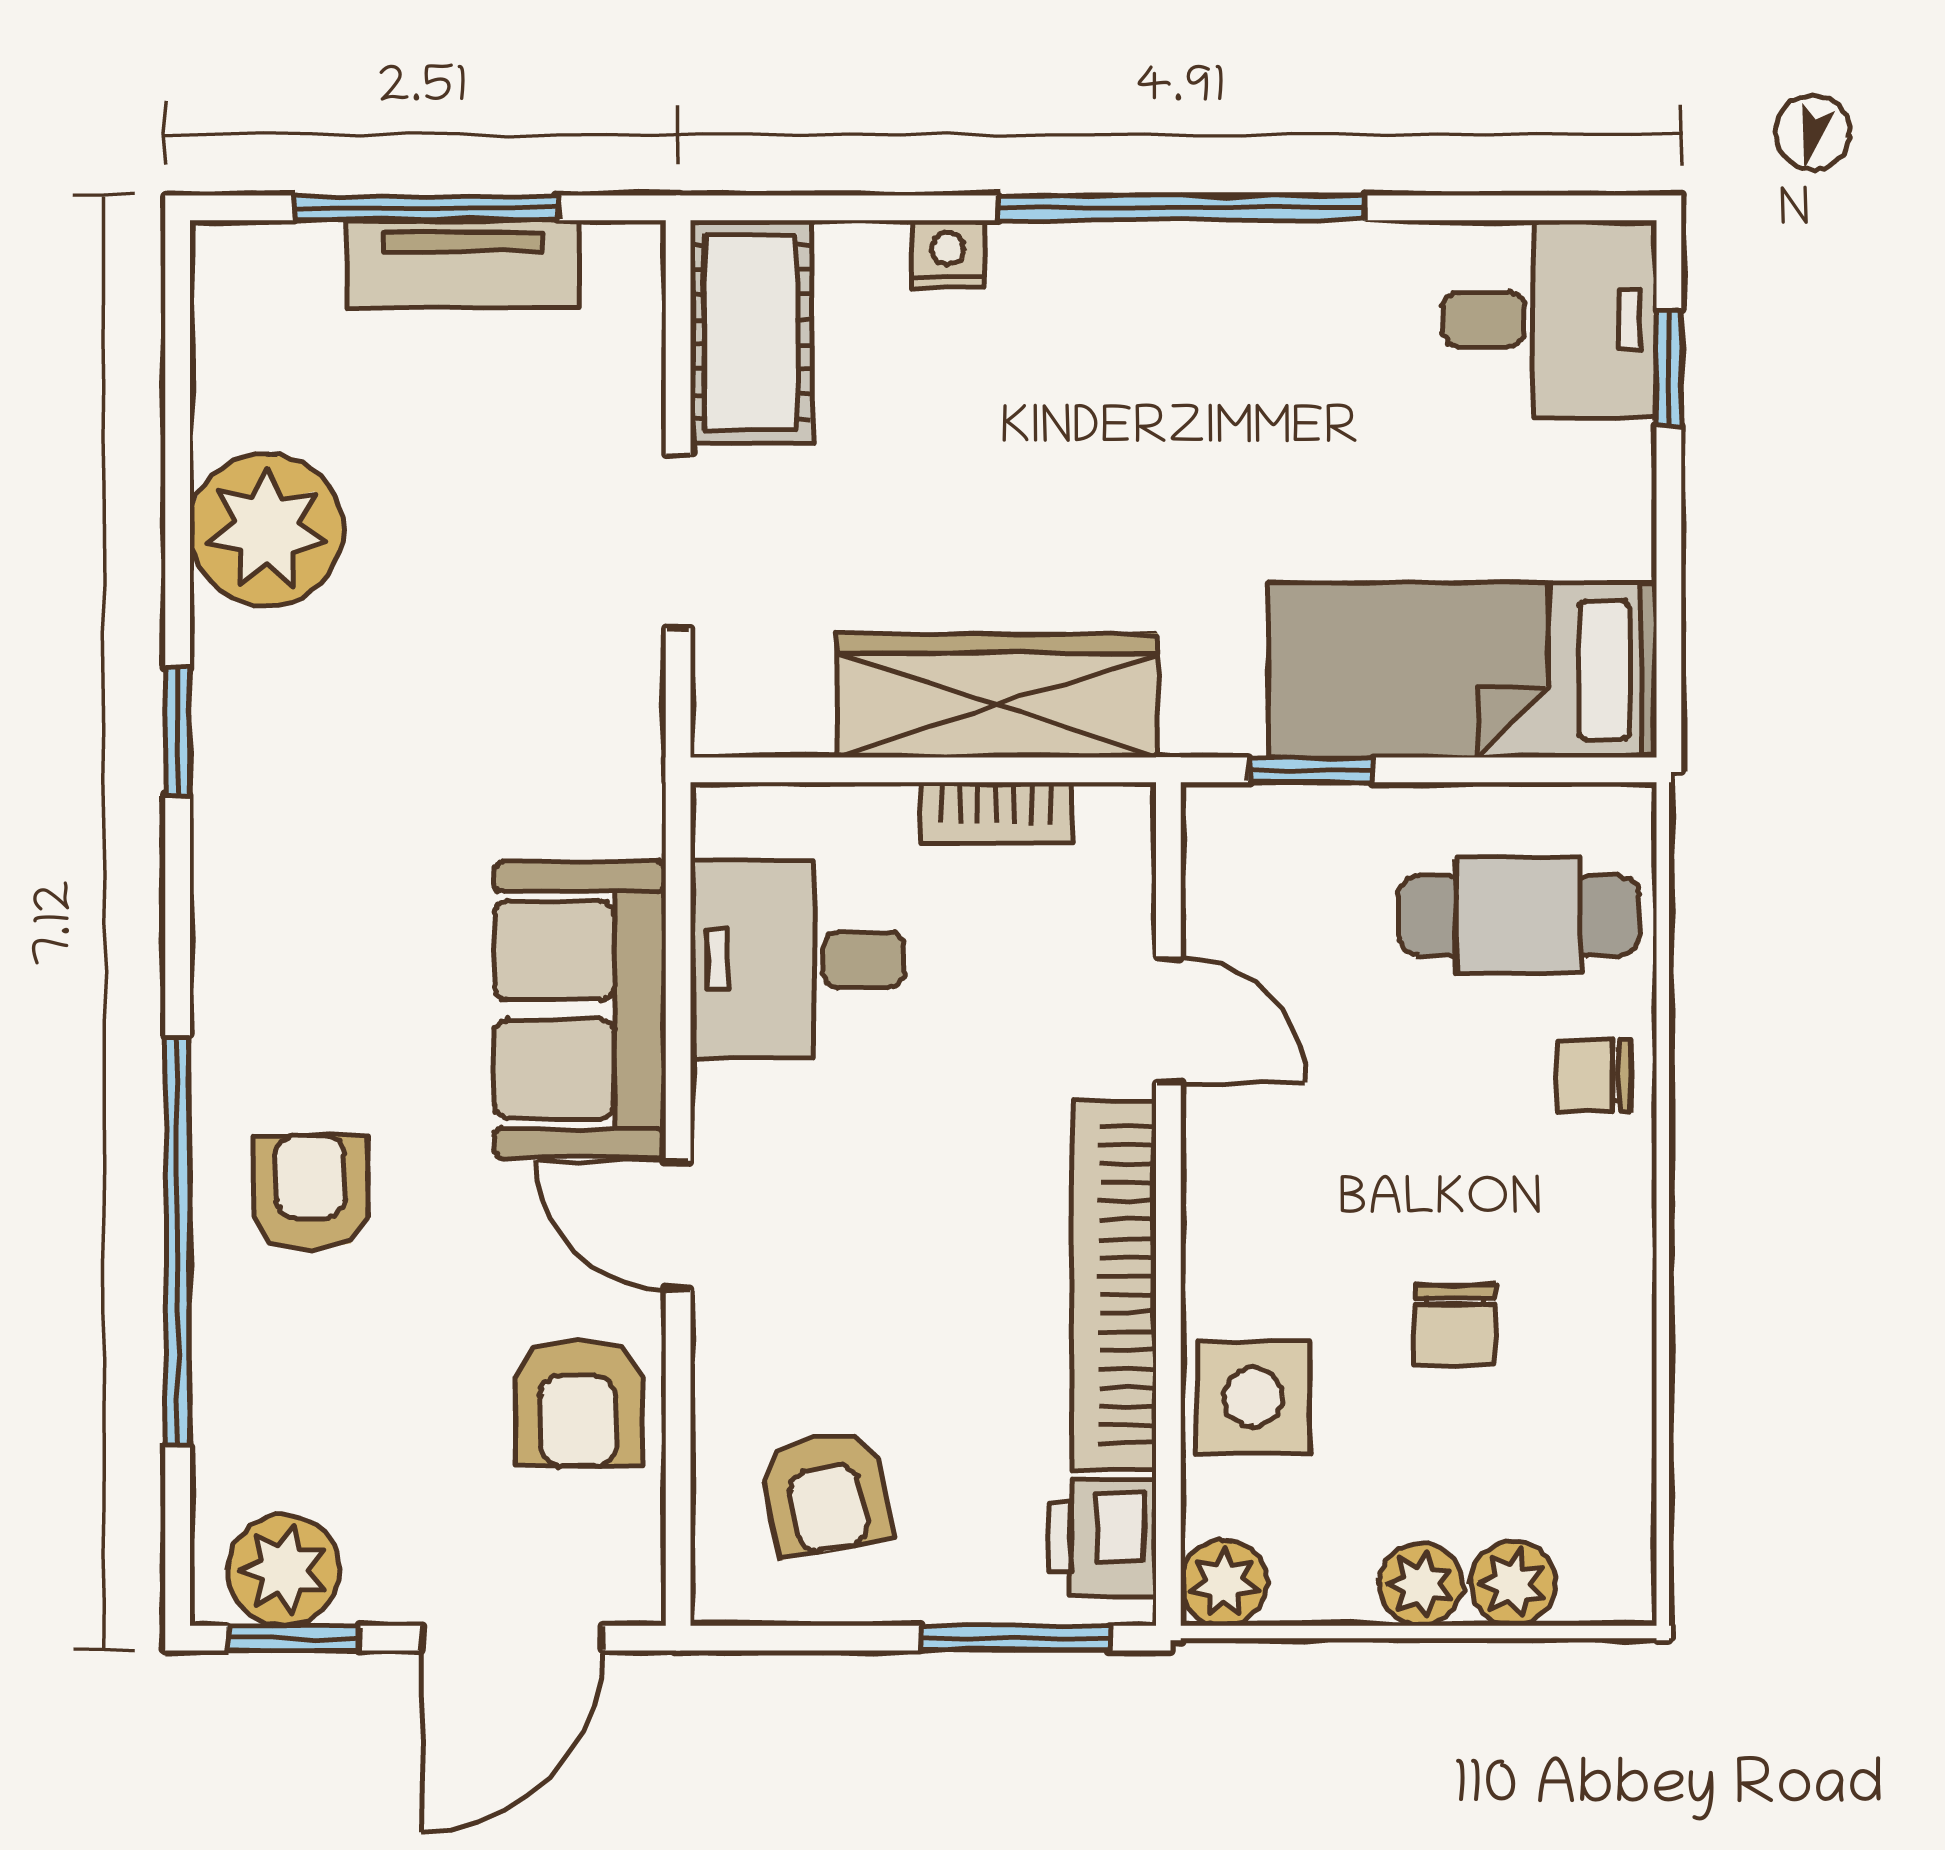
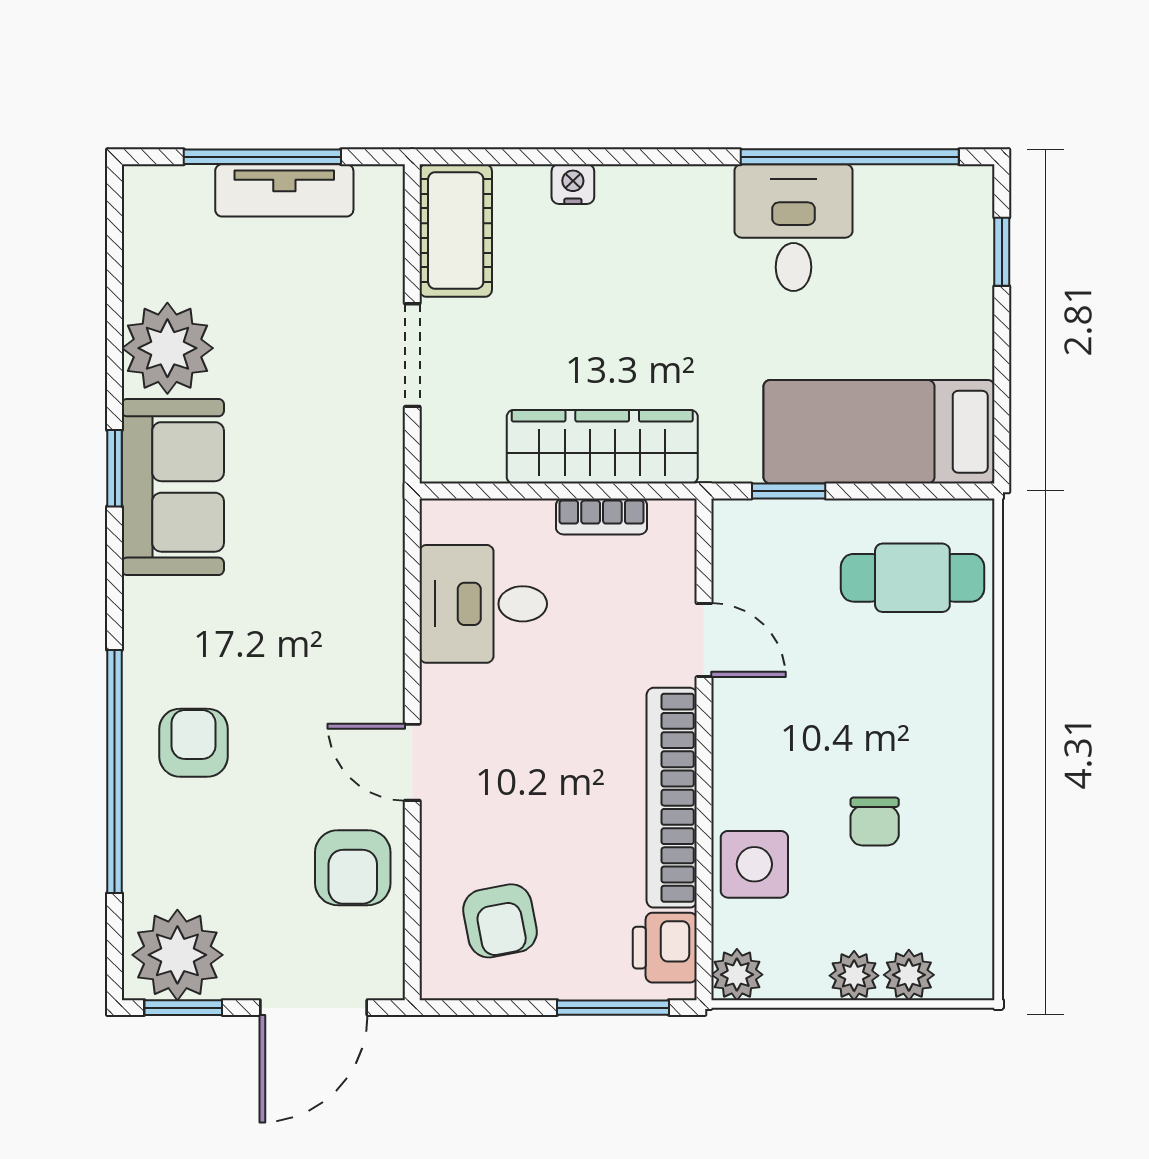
window: (1181, 208) -> (850, 157), moved
desk: (1550, 319) -> (793, 228), moved, turned -90
sofa: (580, 1010) -> (173, 487), moved, turned 180
chair: (1594, 1075) -> (957, 673), removed
plant: (283, 1570) -> (177, 955), width x1.36, depth x1.36

